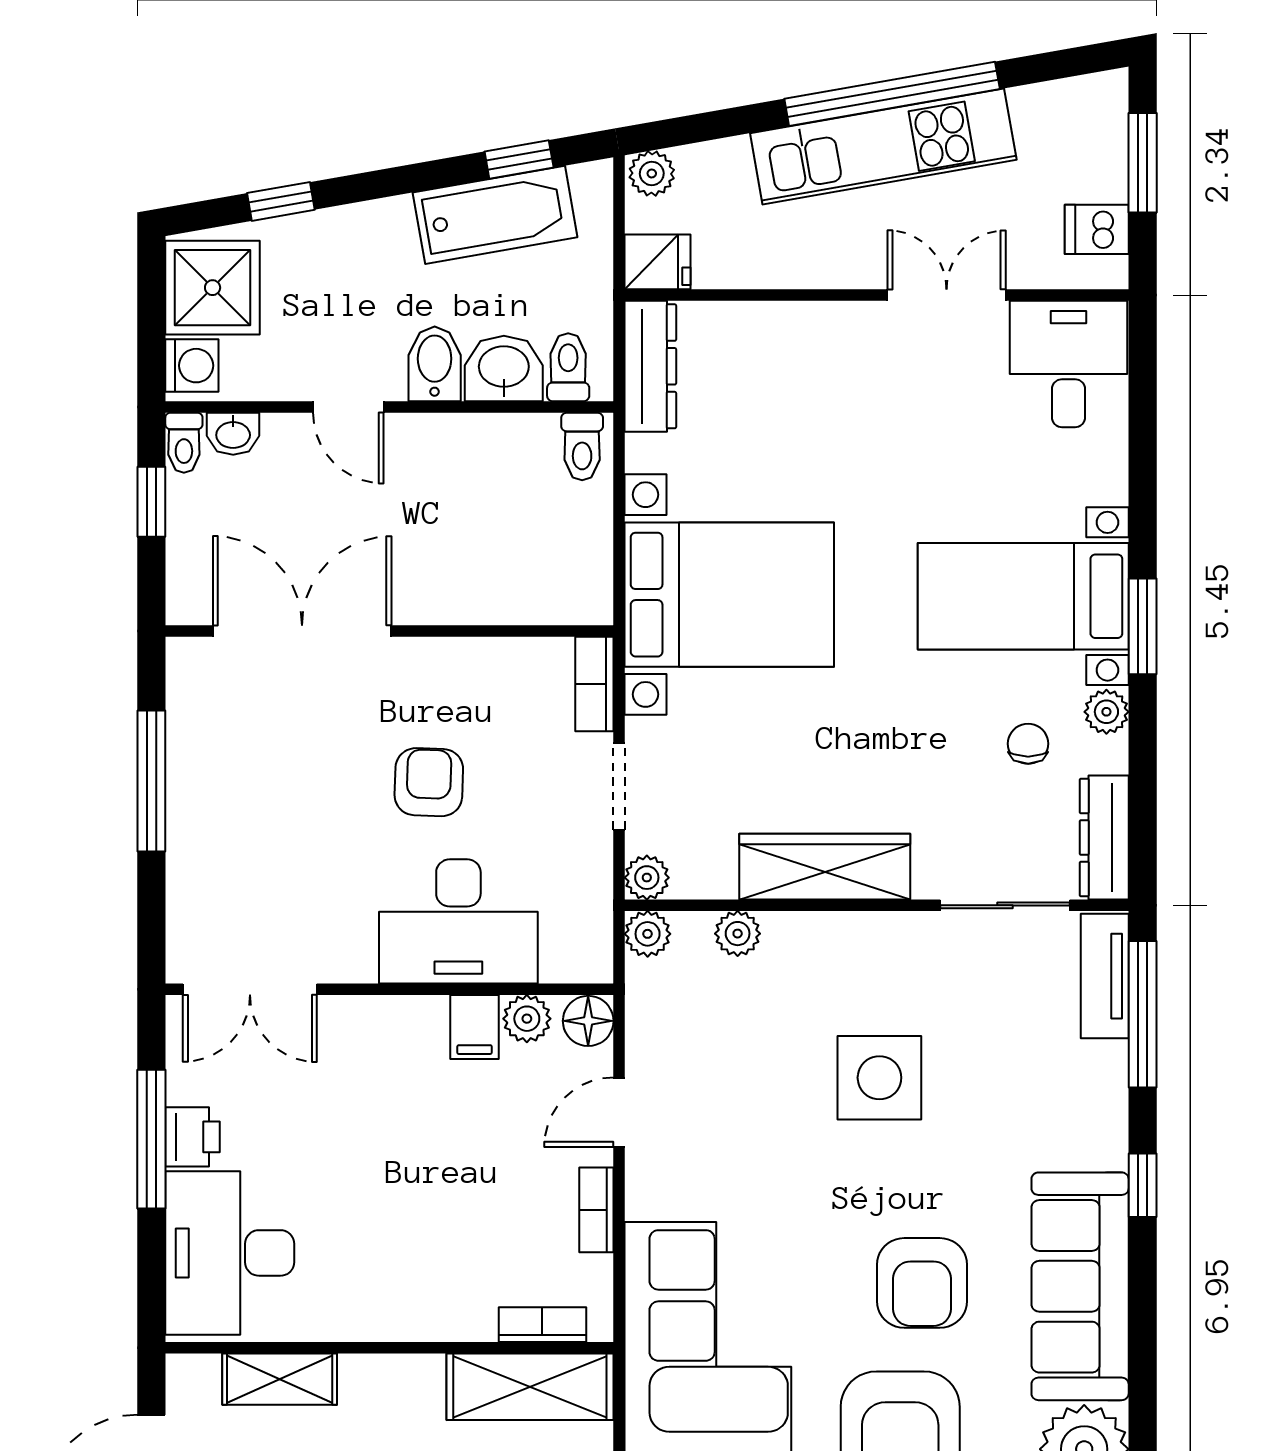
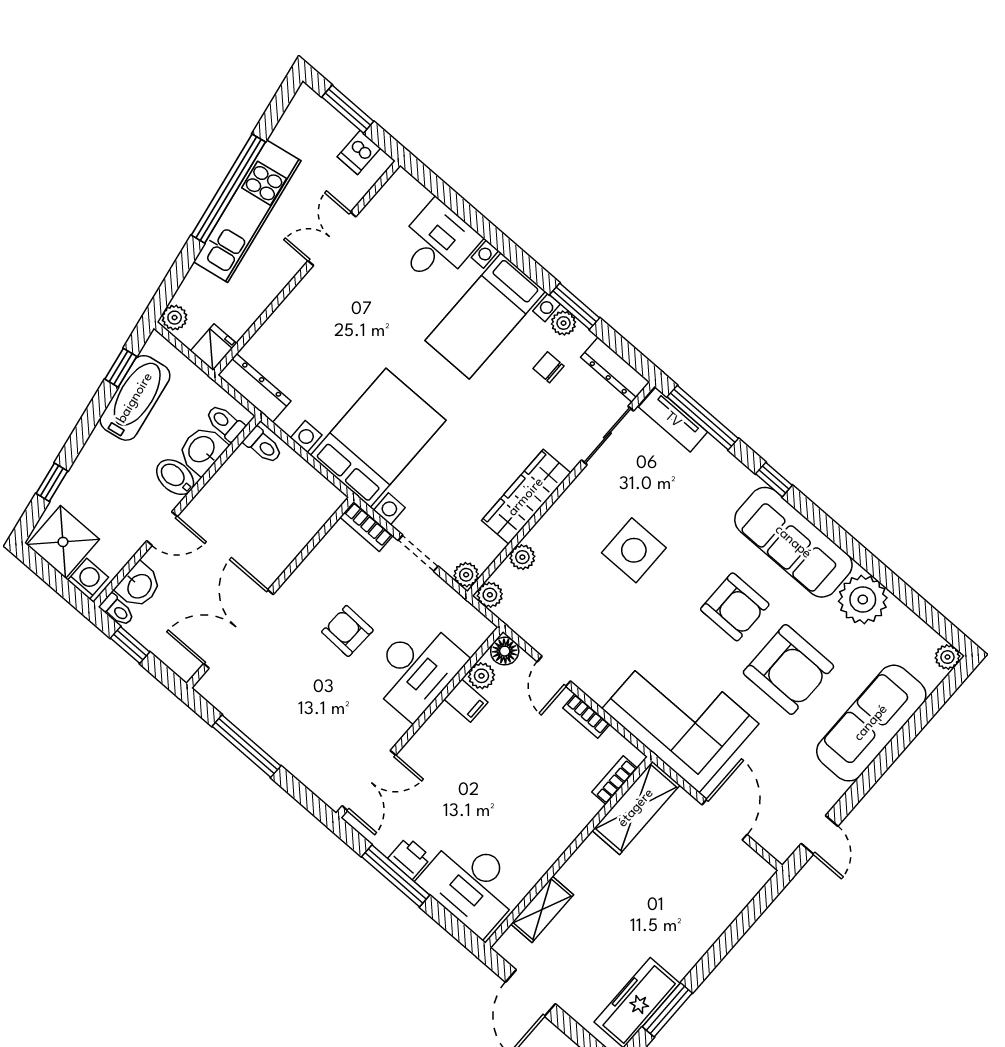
desk: (1069, 364) -> (437, 243), moved, turned 90
washbasin: (233, 434) -> (139, 586), width x1.38, depth x1.45
window: (1143, 626) -> (575, 306), moved

